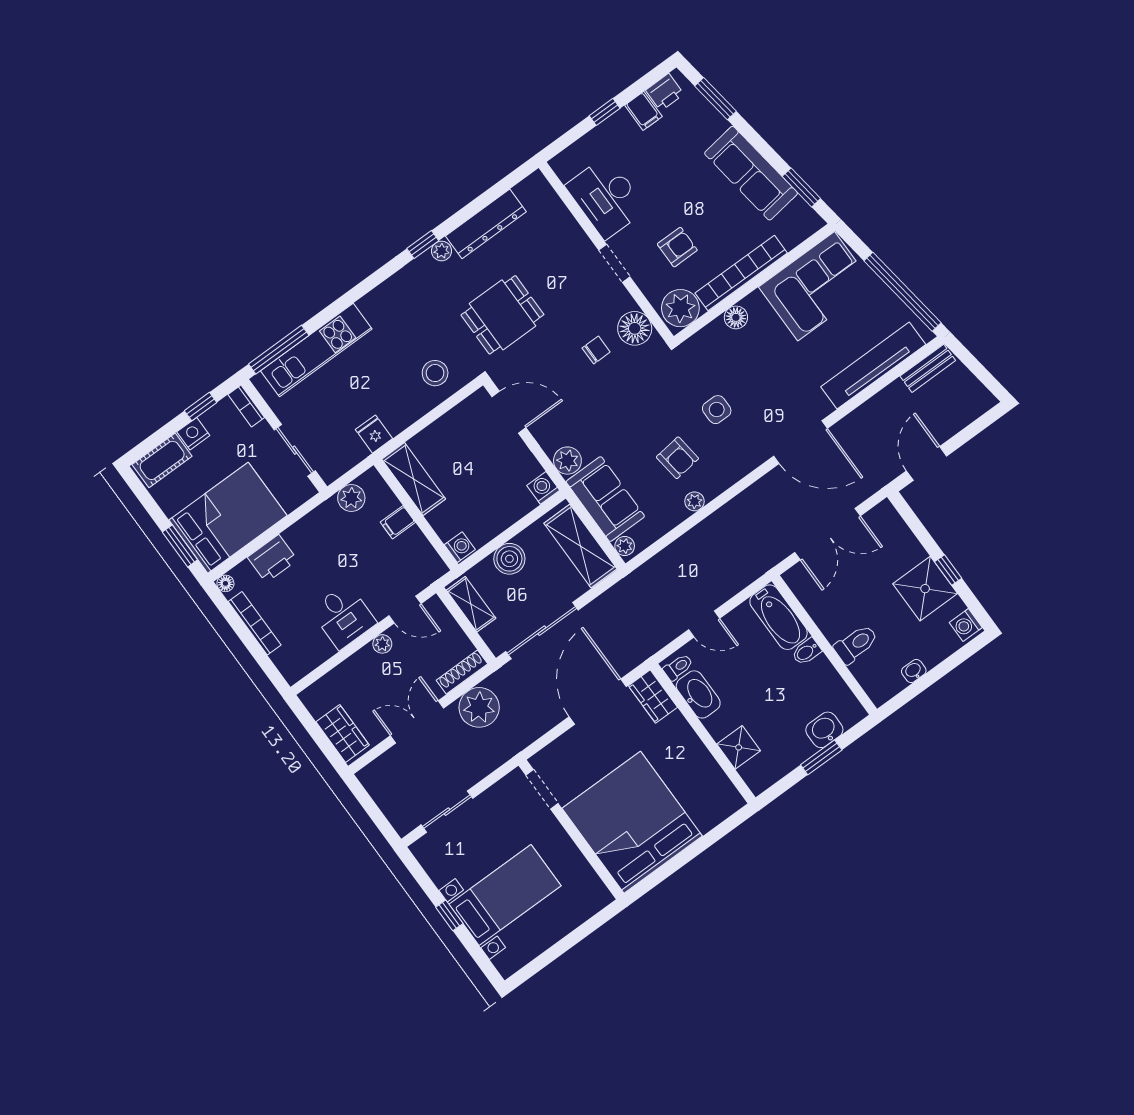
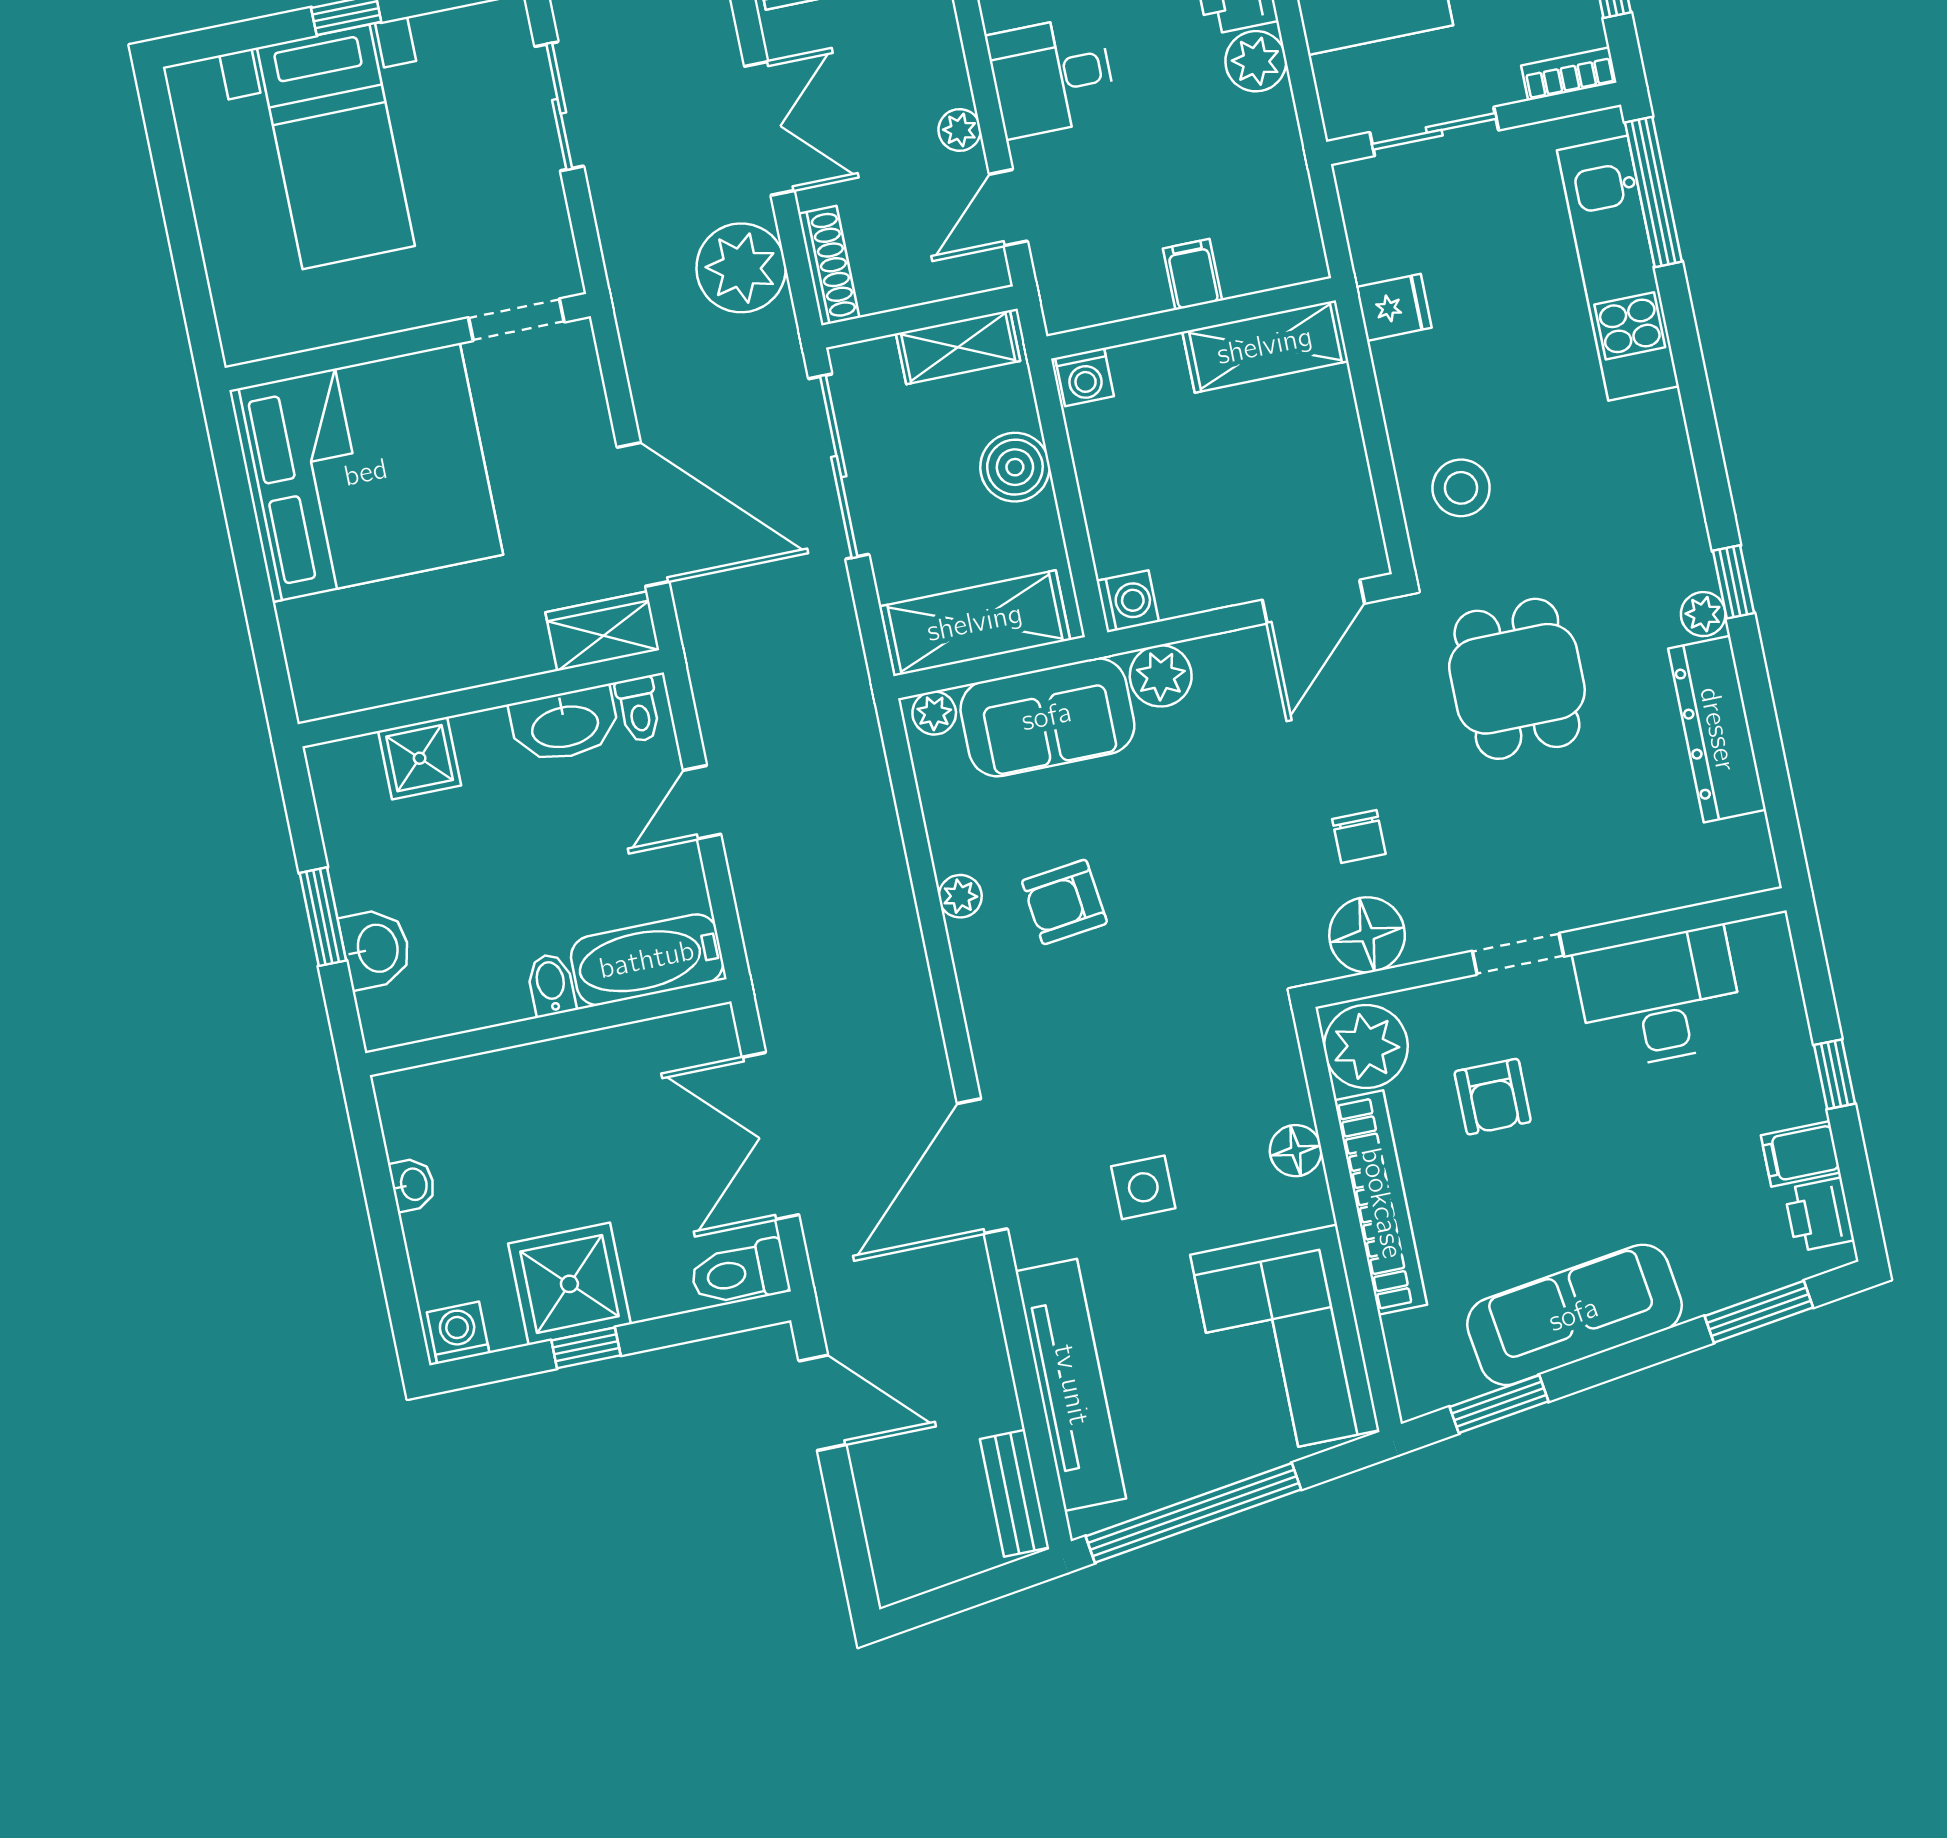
side table: (717, 410) -> (1143, 1187), moved
plant: (351, 498) -> (1256, 61), moved
toilet: (856, 644) -> (739, 1273), moved, turned 90

